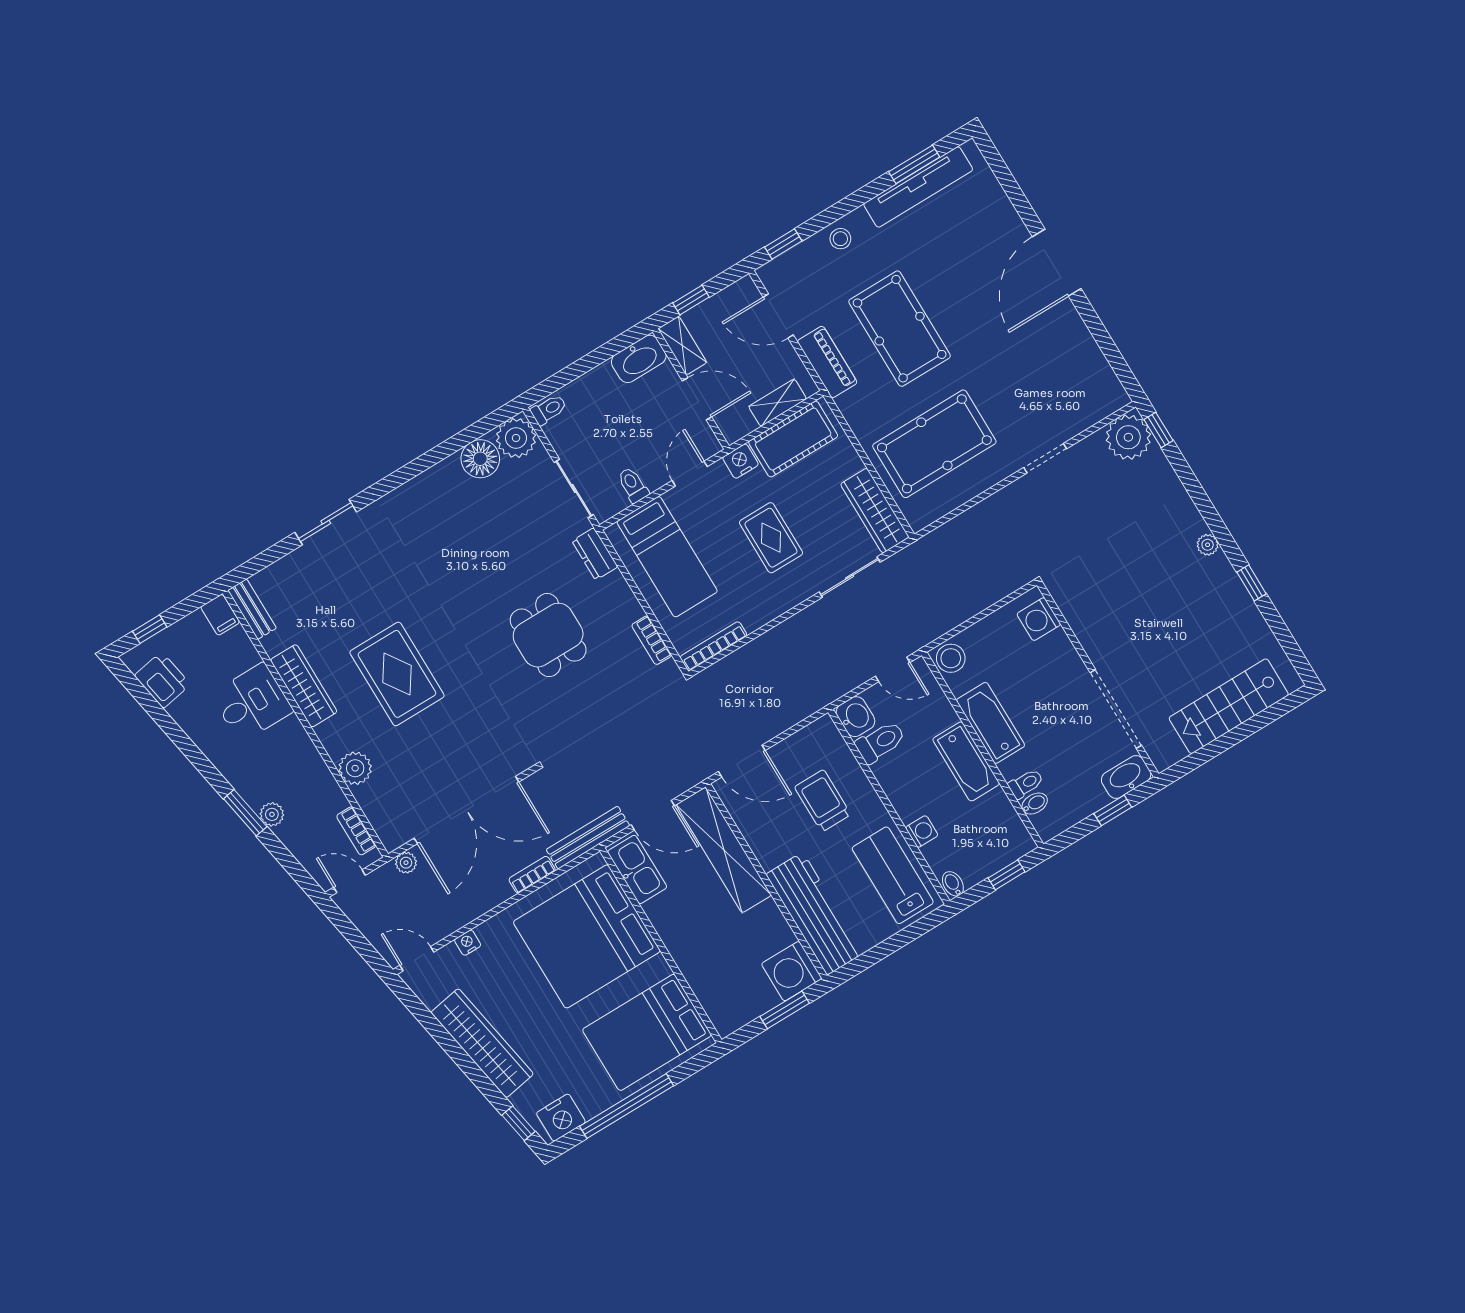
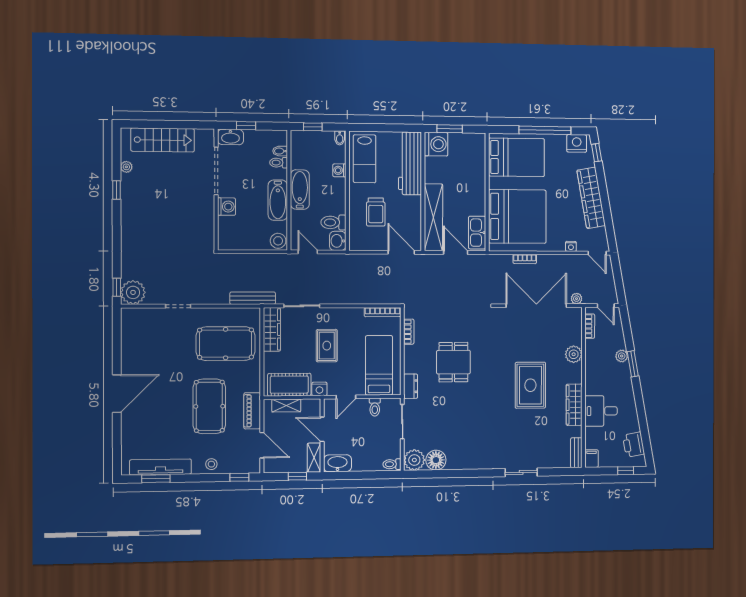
plant: (1208, 545) -> (126, 167), moved
washing machine: (1039, 619) -> (227, 207), moved
bench: (588, 838) -> (253, 298), moved

